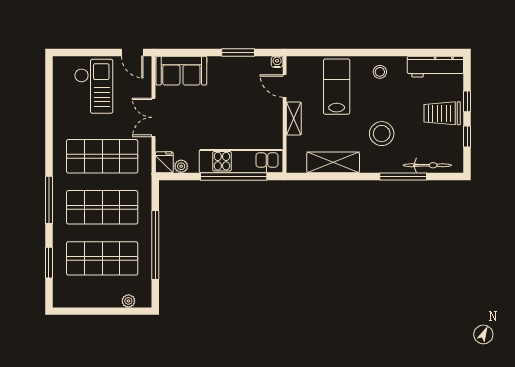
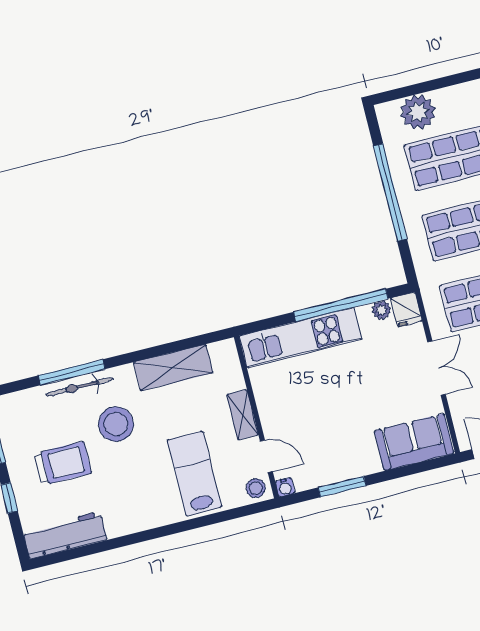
stool: (380, 72) -> (256, 488), moved
lab bench: (337, 87) -> (194, 474), turned 180
trolley: (442, 113) -> (63, 463), moved
bicycle: (427, 165) -> (80, 387), moved
window: (234, 176) -> (341, 305), moved
plant: (128, 301) -> (418, 112), width x1.88, depth x1.88

